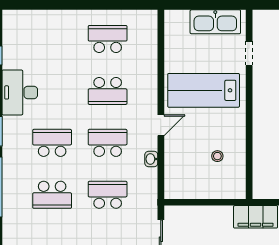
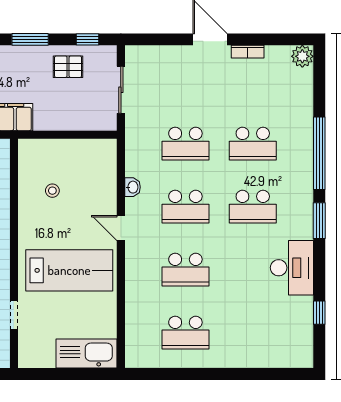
kitchen sink: (215, 22) -> (87, 353), moved
school desk: (108, 91) -> (185, 270), turned 180
door: (161, 125) -> (121, 228), hinge flipped
school desk: (52, 195) -> (253, 144), turned 180

